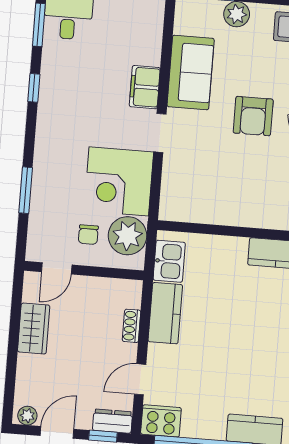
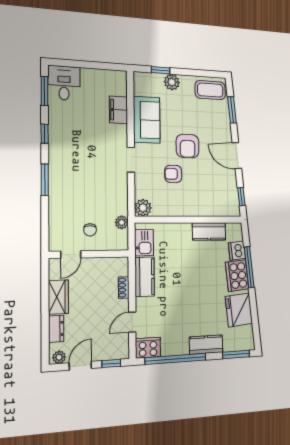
filing cabinet: (145, 87) -> (118, 110), moved
armchair: (226, 159) -> (173, 174), added
corner desk: (119, 181) -> (107, 193), removed
window: (26, 190) -> (45, 180), moved
plant: (172, 208) -> (143, 208), added
plant: (127, 236) -> (122, 222), width x0.53, depth x0.53
dresser: (113, 421) -> (56, 329), moved, turned 90

